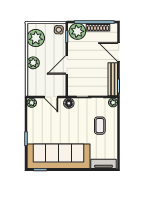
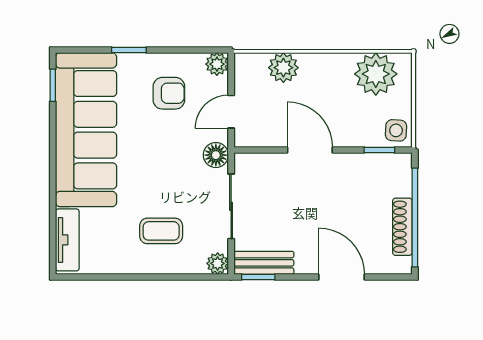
plant: (77, 31) -> (392, 176), removed
door: (119, 52) -> (341, 277), hinge flipped
plant: (33, 63) -> (283, 68), moved
bench: (113, 79) -> (264, 263), width x0.73
armchair: (44, 122) -> (169, 93), added

